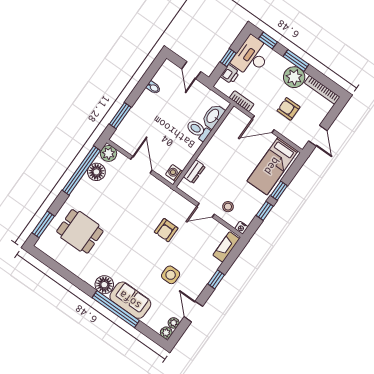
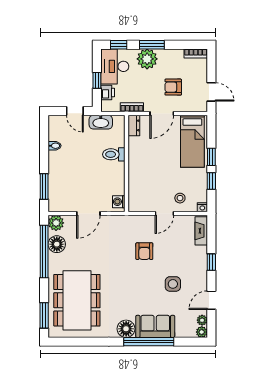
plant: (294, 77) -> (147, 59), moved
bookcase: (322, 90) -> (196, 53), width x0.64
washbasin: (213, 116) -> (101, 122), moved, turned -90
door: (141, 165) -> (88, 213), swing flipped
dresser: (194, 172) -> (134, 125), moved
dining table: (80, 231) -> (77, 300), width x1.88, depth x1.24
door: (193, 312) -> (211, 300), hinge flipped

